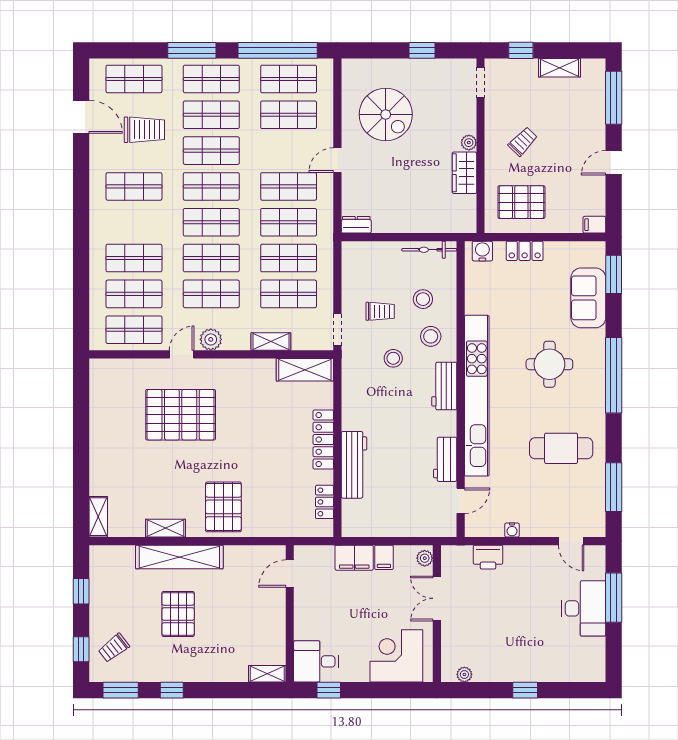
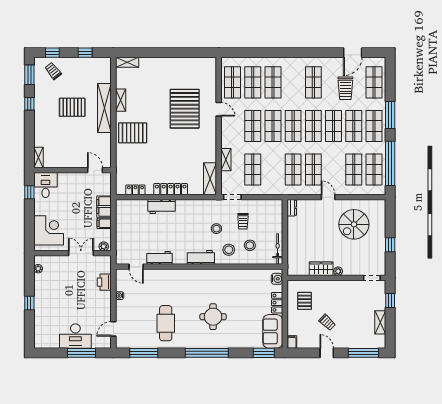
trolley: (523, 142) -> (327, 322), moved
pallet: (521, 202) -> (305, 301), width x0.67, depth x0.71
shop shelf: (289, 258) -> (273, 170), removed
sofa: (588, 298) -> (273, 331), moved, turned -90
plant: (211, 339) -> (227, 126), removed
kitchen unit: (477, 396) -> (195, 276), removed
workbench: (354, 465) -> (162, 206), width x0.73

